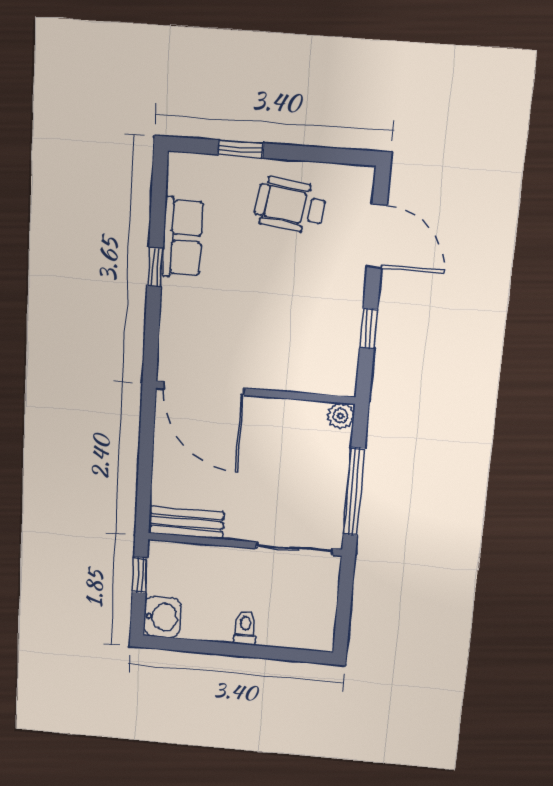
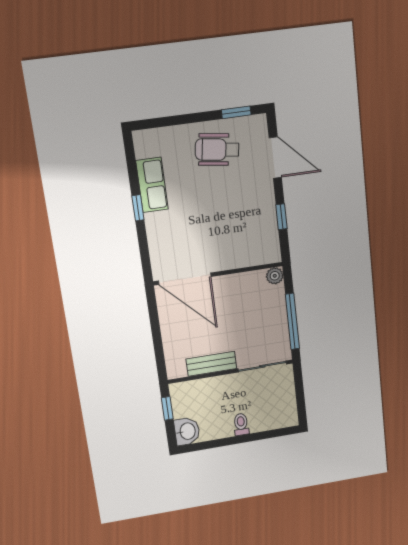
window: (241, 149) -> (236, 112), moved
bench: (186, 523) -> (211, 364), moved

